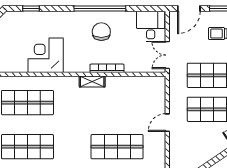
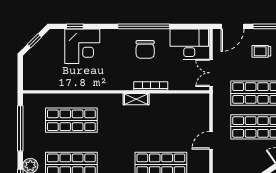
desk: (151, 26) -> (189, 44), width x1.37
chair: (101, 32) -> (145, 49), turned 180
corner desk: (46, 55) -> (82, 46), moved, turned 180

